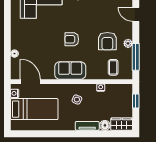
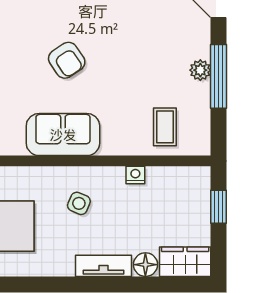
armchair: (72, 39) -> (67, 60), turned -124
armchair: (107, 41) -> (151, 65), removed
window: (136, 57) -> (219, 76), moved

